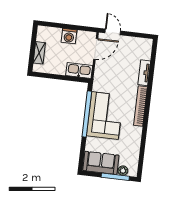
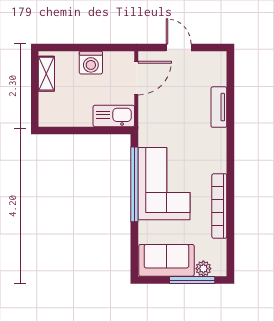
door: (113, 32) -> (179, 48), moved
shelving: (39, 53) -> (46, 74), moved
bookcase: (141, 106) -> (219, 206), moved

